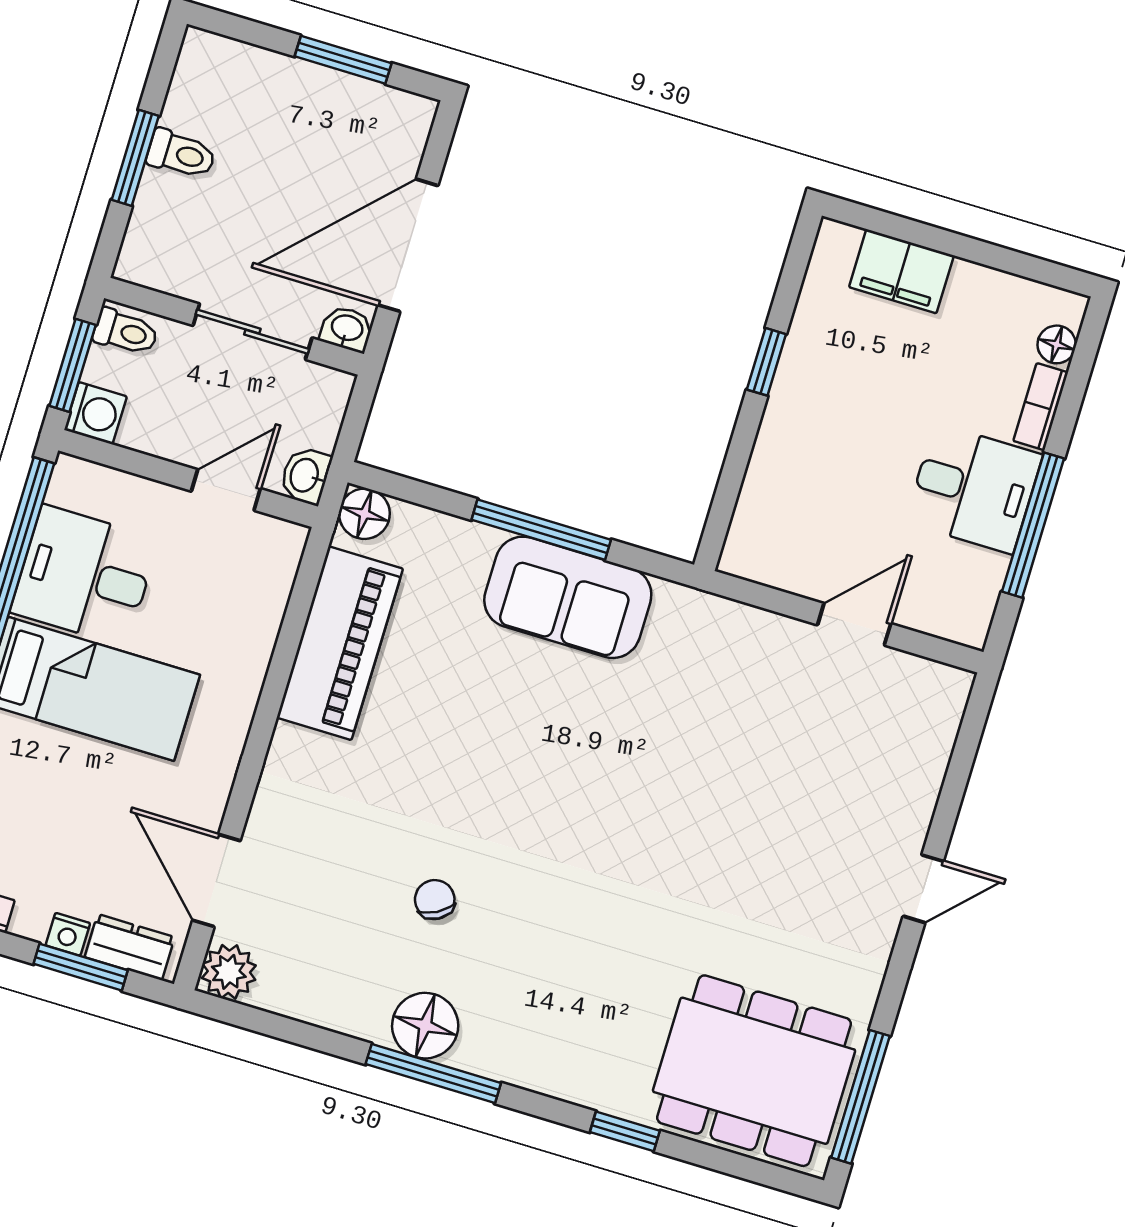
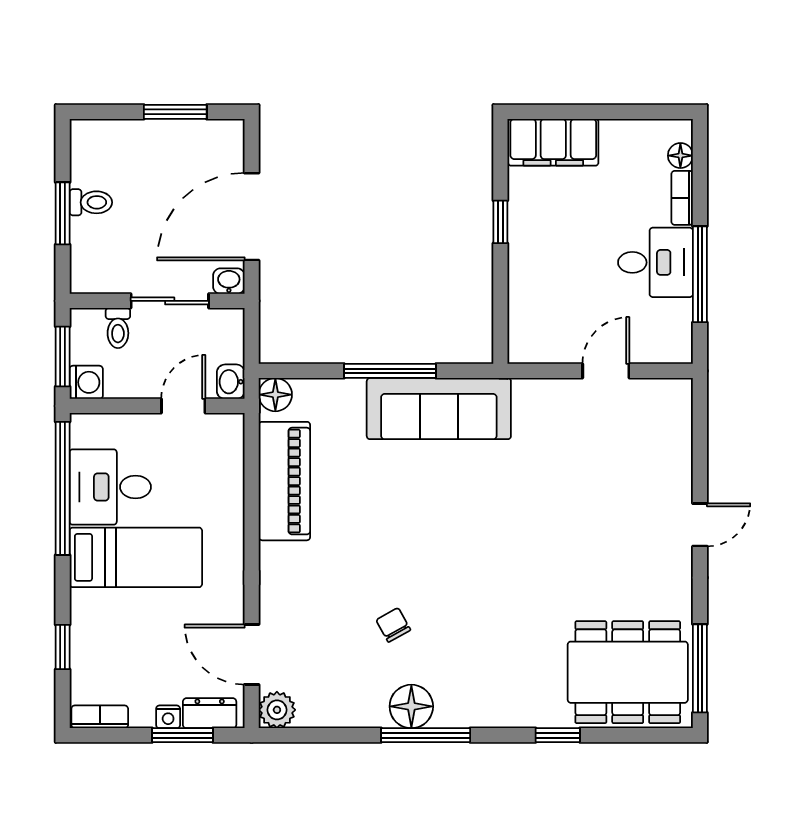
filing cabinet: (901, 271) -> (553, 142), width x1.50, depth x1.17
toilet: (125, 332) -> (118, 328), moved, turned 90
sofa: (568, 597) -> (439, 409), width x1.36

